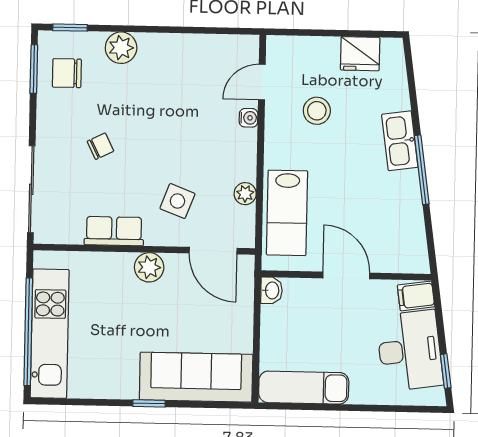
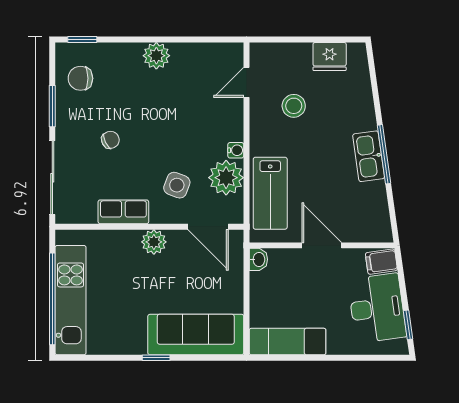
plant: (121, 48) -> (156, 56), moved
window: (34, 69) -> (52, 106), moved
water cooler: (249, 118) -> (236, 150), moved
kitchen sink: (400, 141) -> (369, 156), moved
plant: (245, 194) -> (226, 178), width x1.87, depth x1.87

